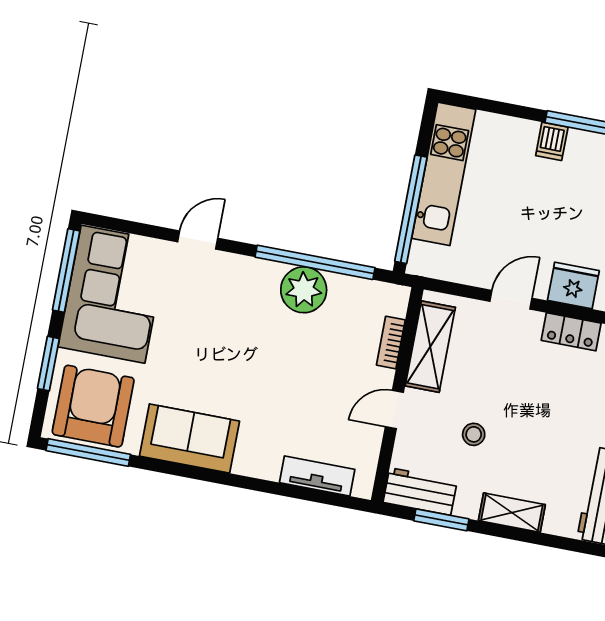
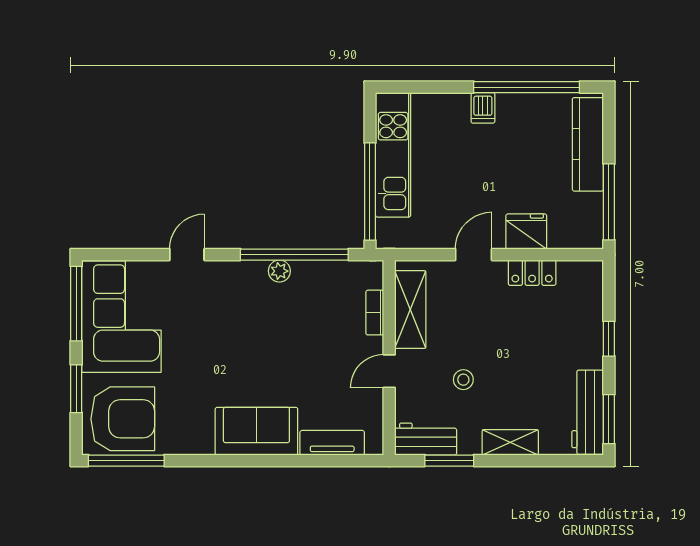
plant: (304, 290) -> (279, 271), width x0.53, depth x0.53
armchair: (93, 406) -> (123, 419), turned 90
sofa: (189, 439) -> (256, 431), moved

